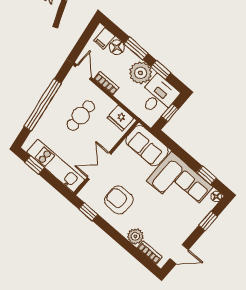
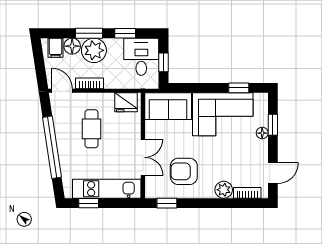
plant: (140, 73) -> (94, 50), moved
double door: (99, 166) -> (143, 157), swing flipped
floor lamp: (216, 197) -> (262, 133), moved

